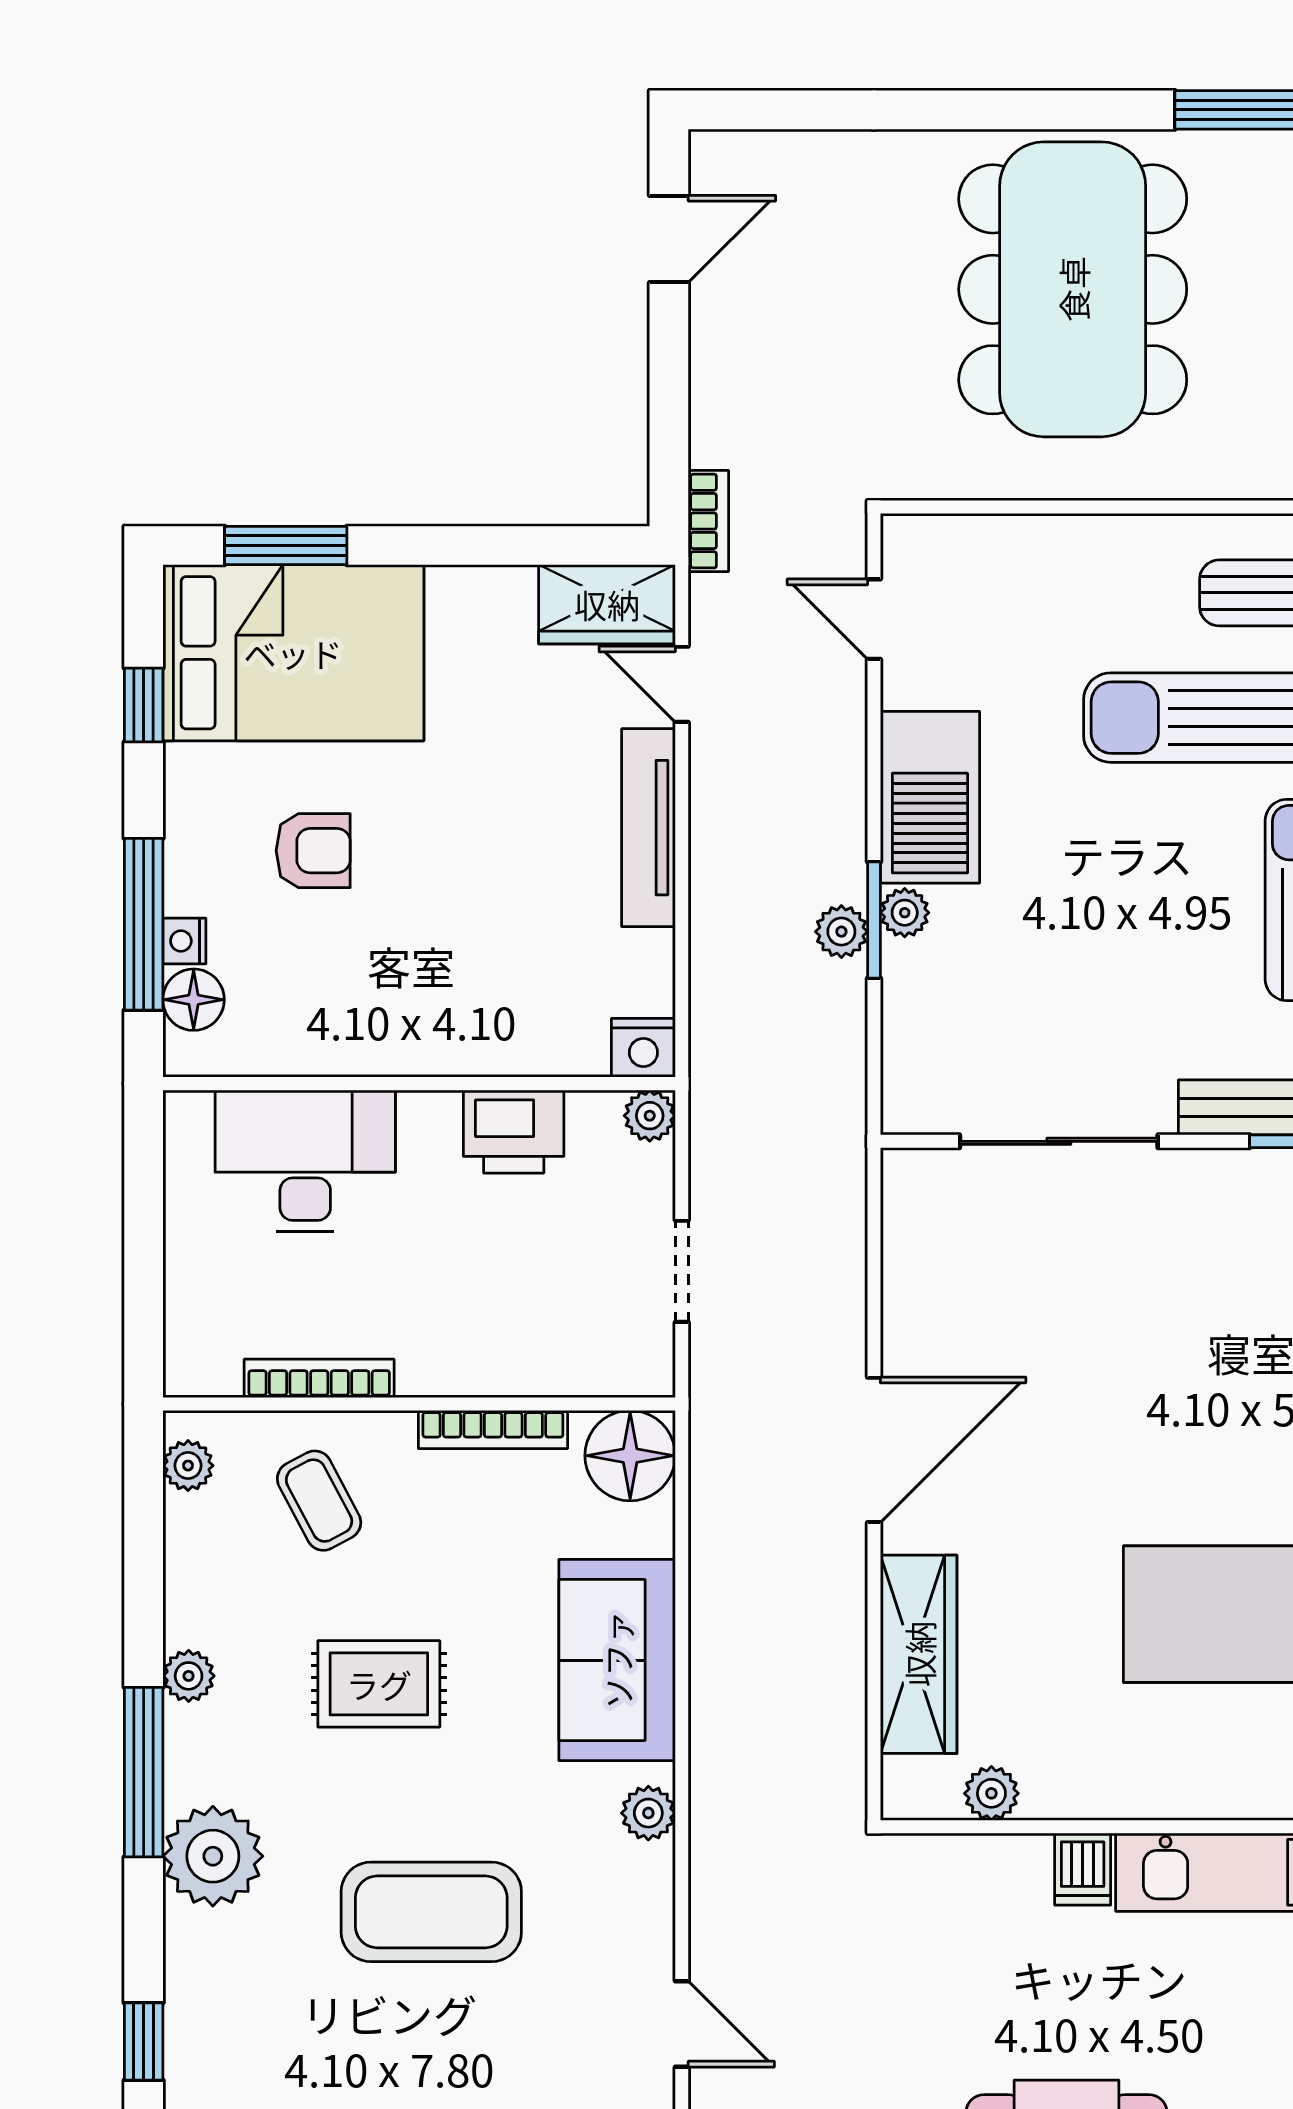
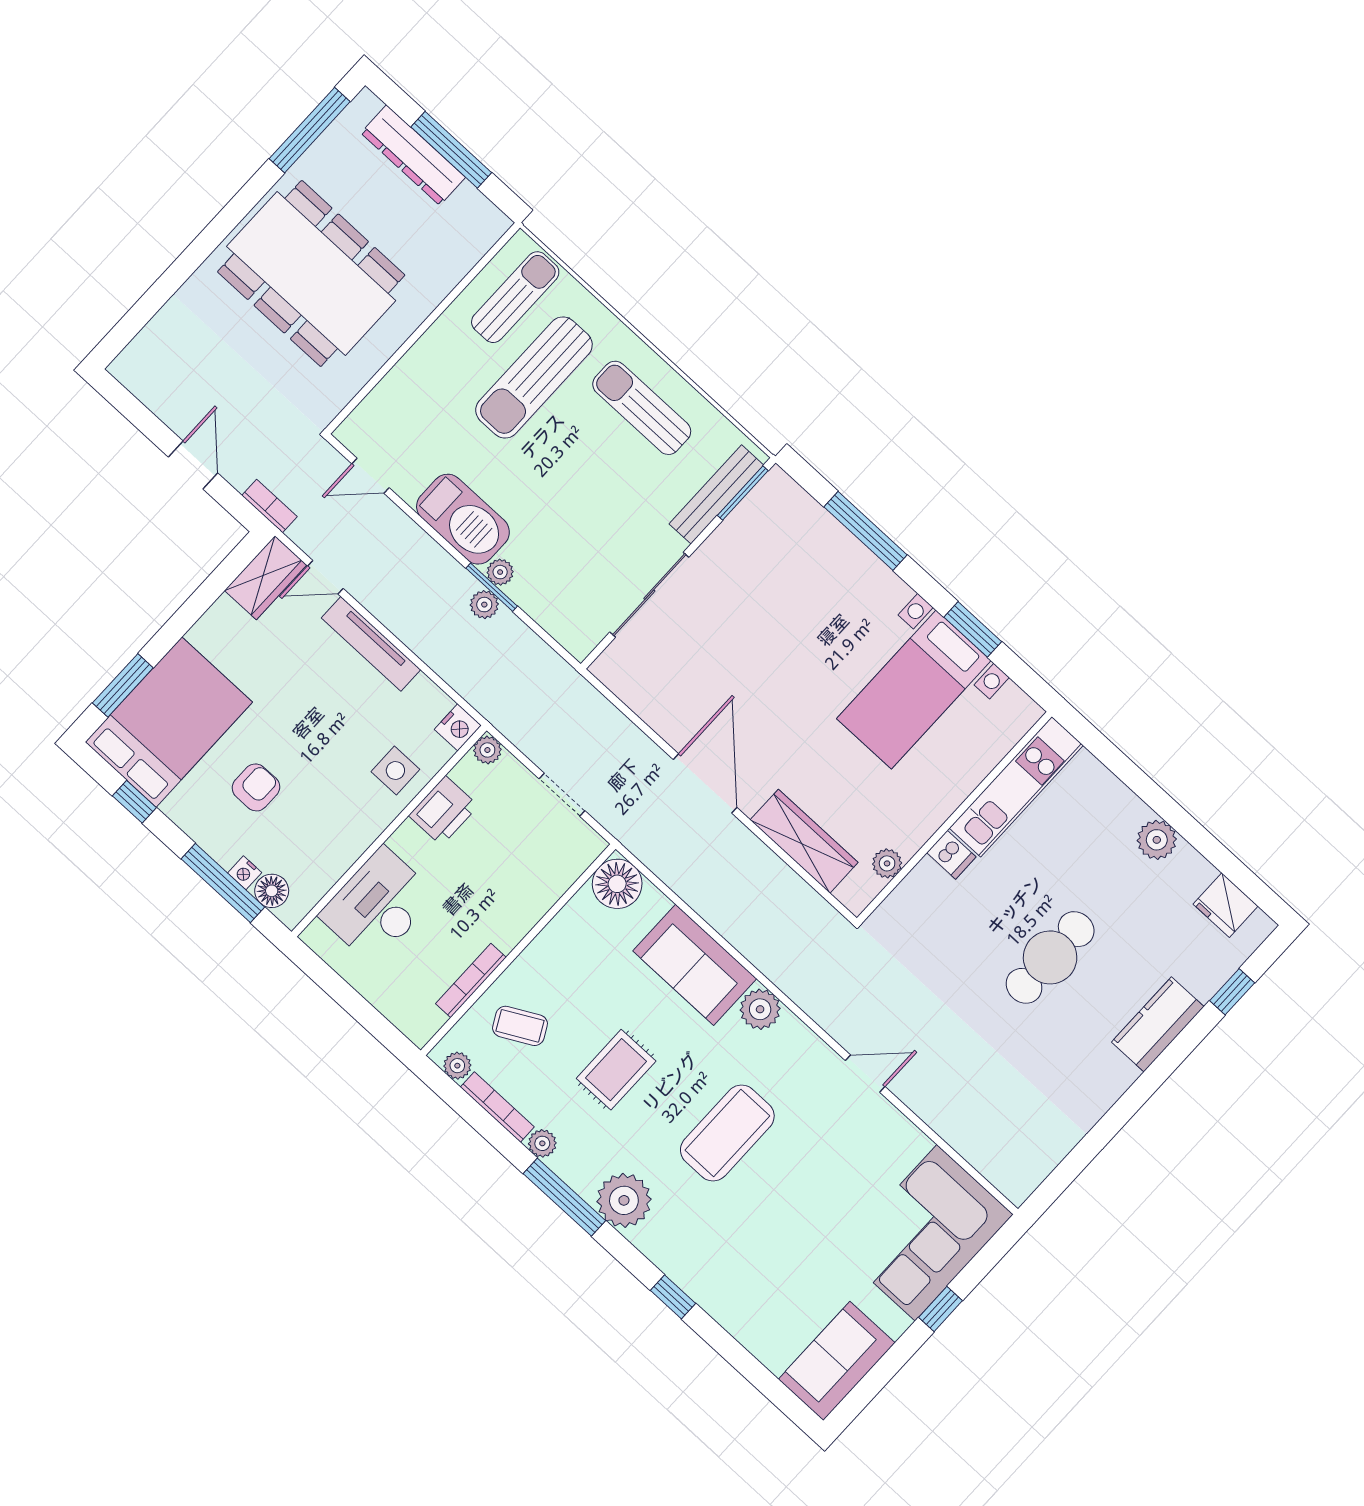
door: (669, 239) -> (193, 465), moved
side table: (508, 1017) -> (395, 770), added
bookcase: (493, 1429) -> (497, 1107), moved, turned -90
plant: (648, 1813) -> (760, 1009), width x1.38, depth x1.38

